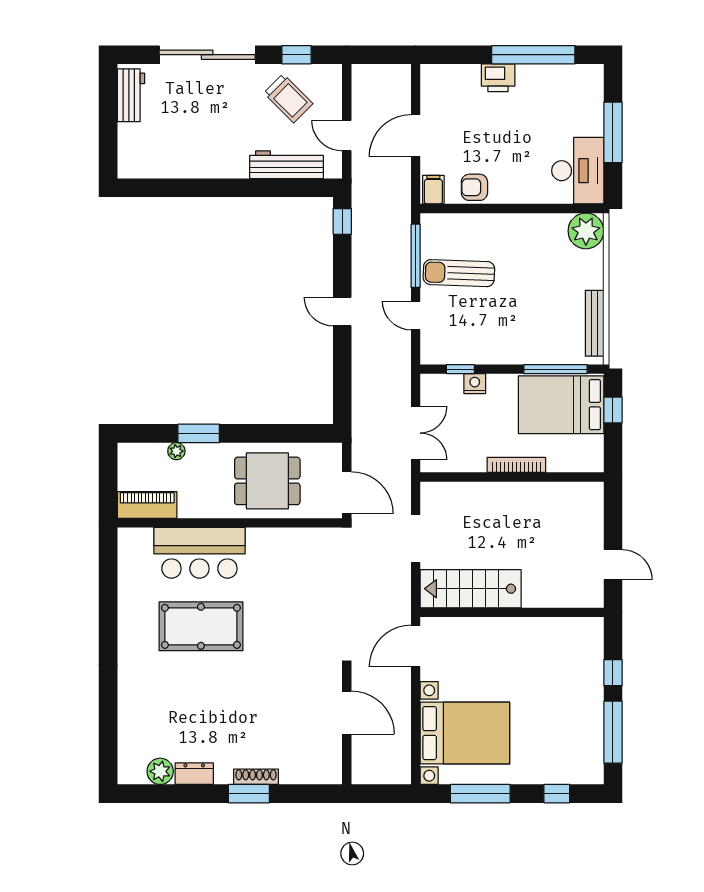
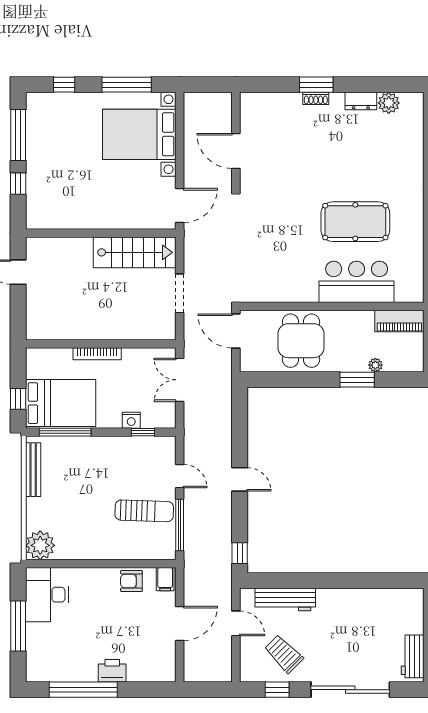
armchair: (474, 187) -> (131, 581), turned 180
dining table: (267, 481) -> (301, 341), turned 90
shoe rack: (256, 777) -> (316, 98), width x0.70

